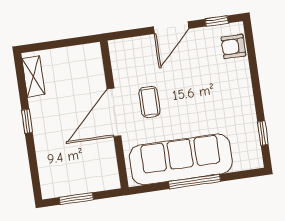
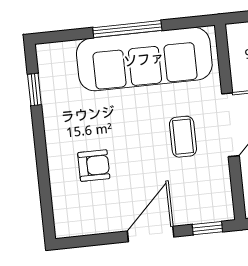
window: (217, 21) -> (207, 228), moved
armchair: (233, 46) -> (94, 166), moved

